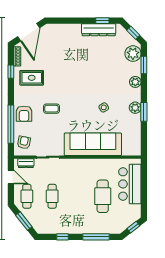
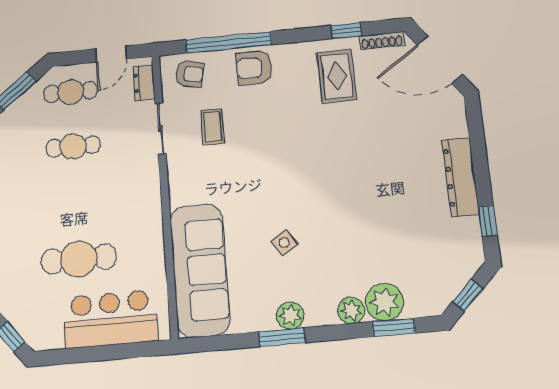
dresser: (99, 30) -> (460, 177), moved
plant: (133, 54) -> (385, 302), moved
coffee table: (51, 109) -> (212, 127), moved
sofa: (93, 144) -> (200, 270), moved

